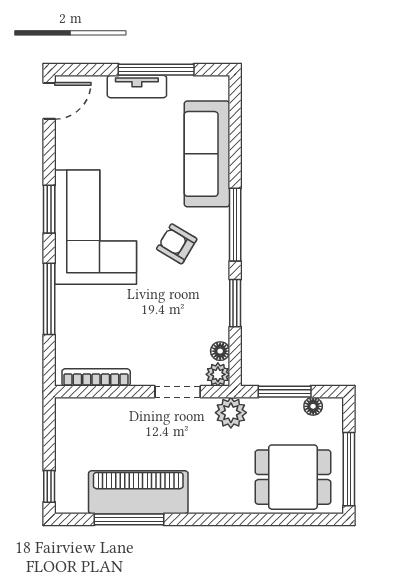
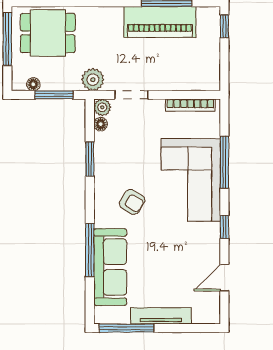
window: (156, 70) -> (126, 328), moved
tv unit: (137, 86) -> (161, 316), width x1.41
door: (49, 101) -> (224, 278), moved
window: (49, 209) -> (224, 227), width x0.67
window: (235, 225) -> (90, 250), moved
corner sofa: (96, 227) -> (191, 180), moved

